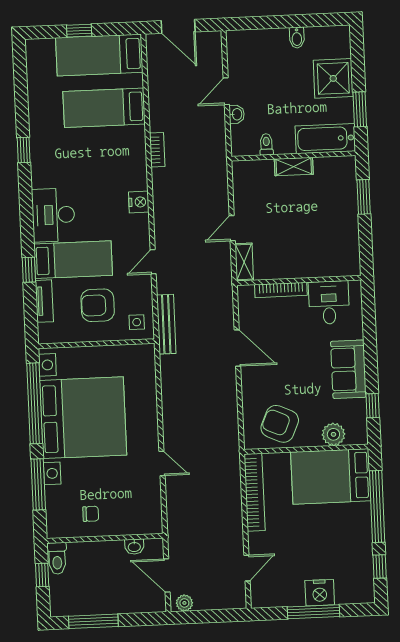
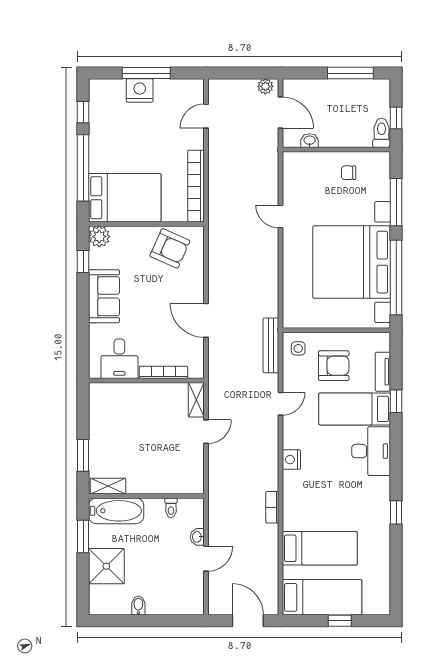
shelving: (294, 167) -> (108, 486), moved
plant: (333, 434) -> (99, 237), moved

